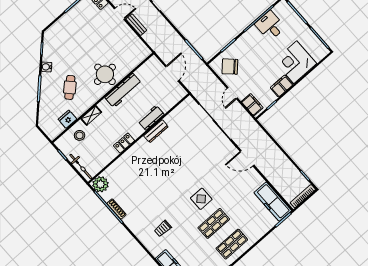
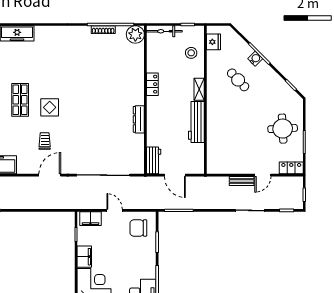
water cooler: (47, 67) -> (255, 59), moved
chair: (230, 67) -> (138, 228), turned -134
round table: (105, 74) -> (283, 129), moved
shelving: (91, 115) -> (199, 89), moved
workbench: (151, 118) -> (154, 160), moved
fridge: (67, 119) -> (213, 42), moved
trolley: (163, 229) -> (45, 141), moved

